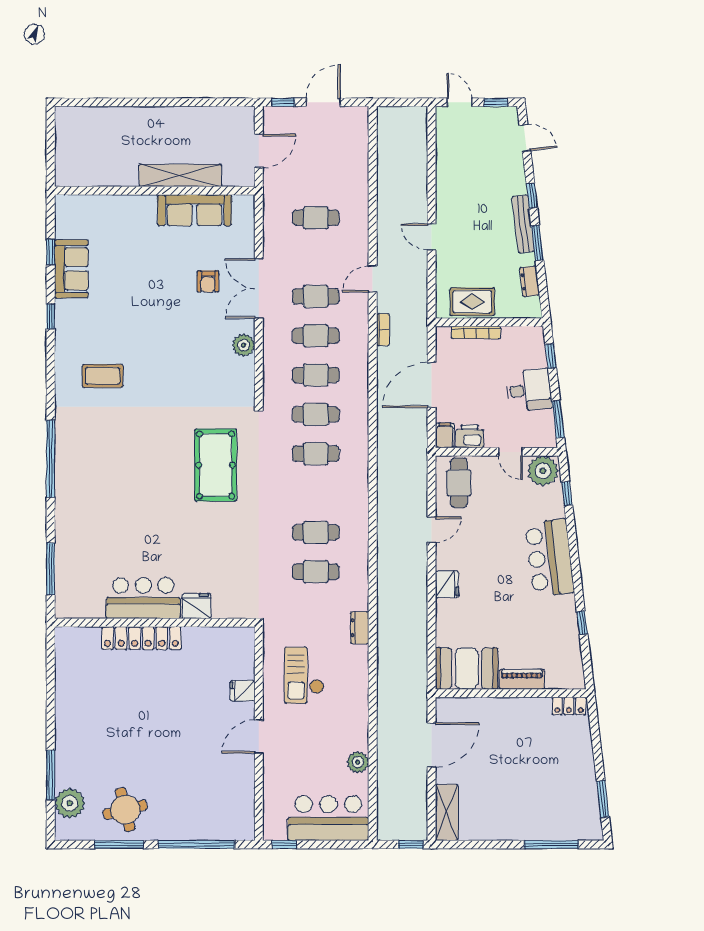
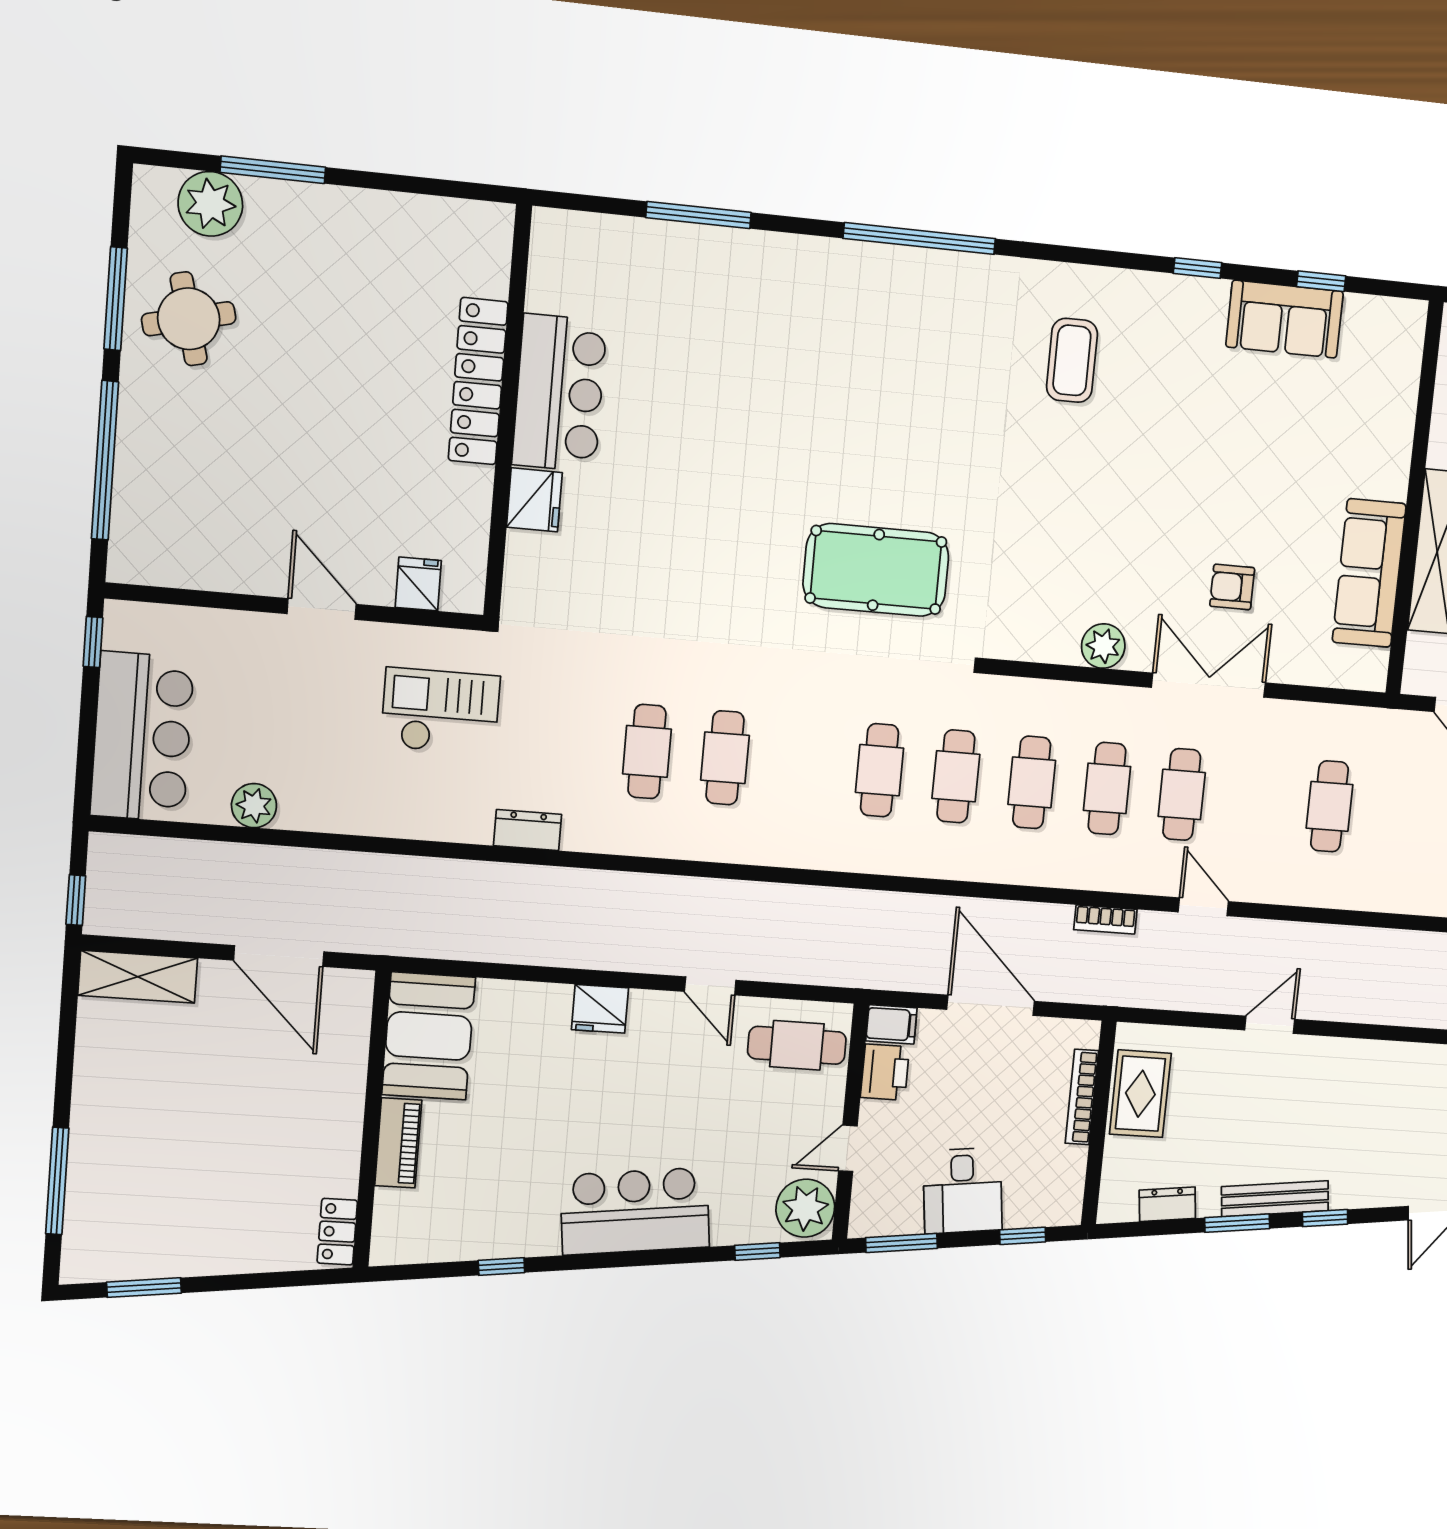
bar counter: (143, 598) -> (559, 393), moved
fridge: (196, 606) -> (534, 500), moved
wall: (155, 623) -> (508, 412), moved
locker: (141, 638) -> (478, 381), moved

